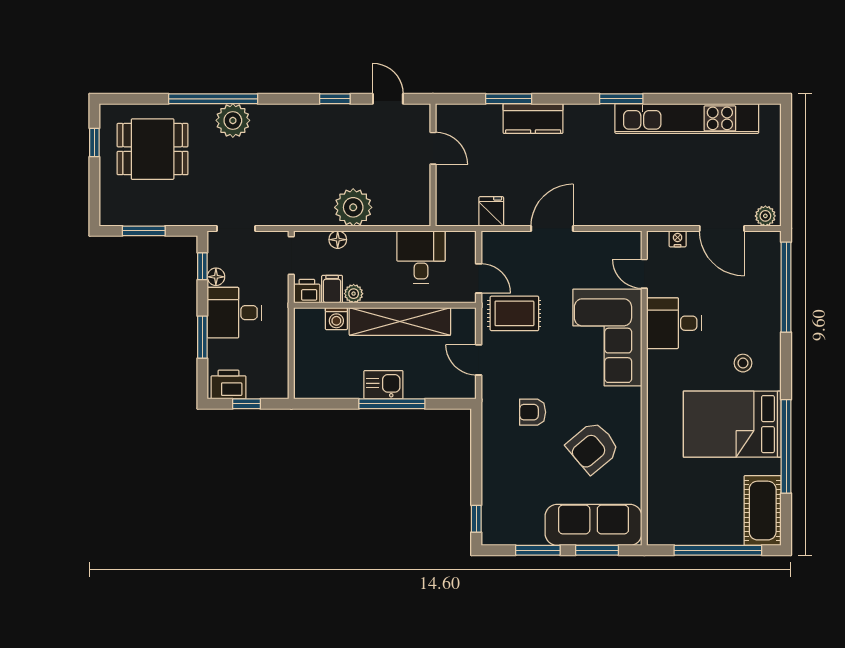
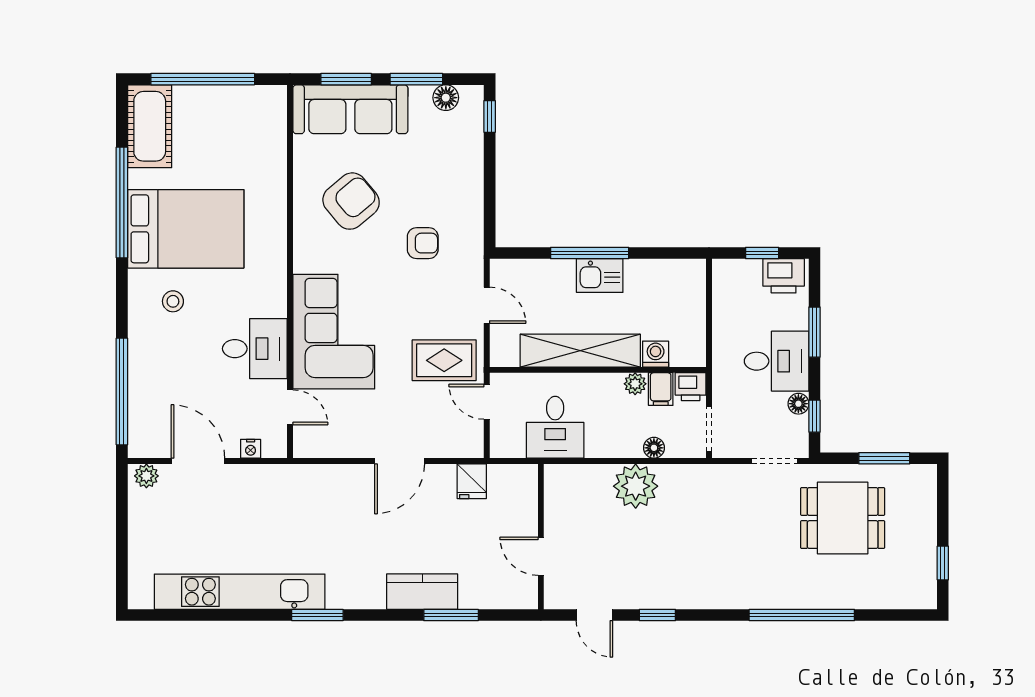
plant: (233, 120) -> (778, 589), removed
dining table: (153, 149) -> (843, 518), moved
floor lamp: (513, 535) -> (446, 98), added

